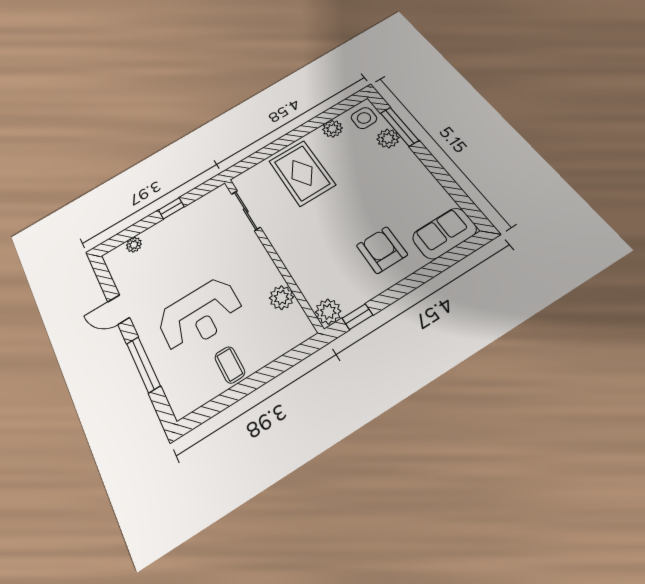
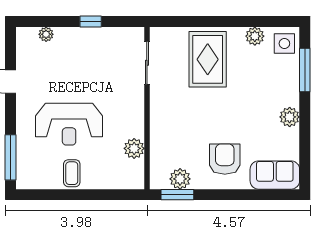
plant: (388, 138) -> (290, 117), moved
plant: (328, 312) -> (180, 179), moved
window: (357, 317) -> (177, 195), width x1.50
window: (143, 364) -> (10, 157), moved

